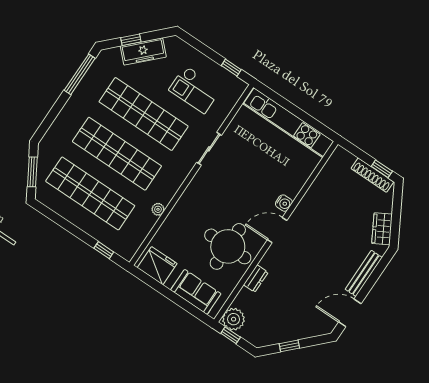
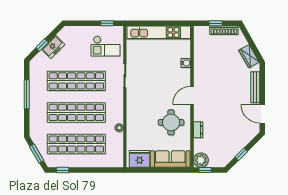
freezer: (143, 51) -> (53, 47), width x0.71
window: (80, 74) -> (27, 94), moved
checkout: (195, 90) -> (105, 46), moved
window: (382, 169) -> (216, 23), moved
water cooler: (284, 203) -> (186, 63), moved
round table: (228, 246) -> (171, 122), width x0.73, depth x0.73
window: (104, 250) -> (63, 170), moved
sofa: (196, 292) -> (170, 159), width x1.36
door: (350, 313) -> (262, 114), hinge flipped

